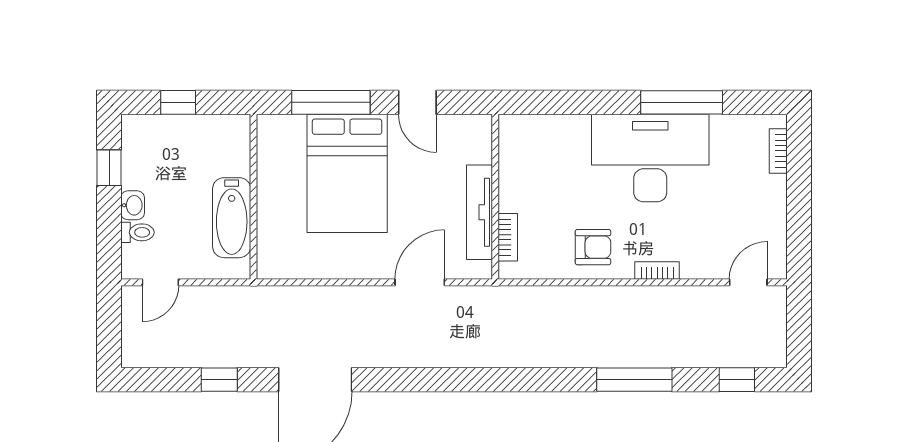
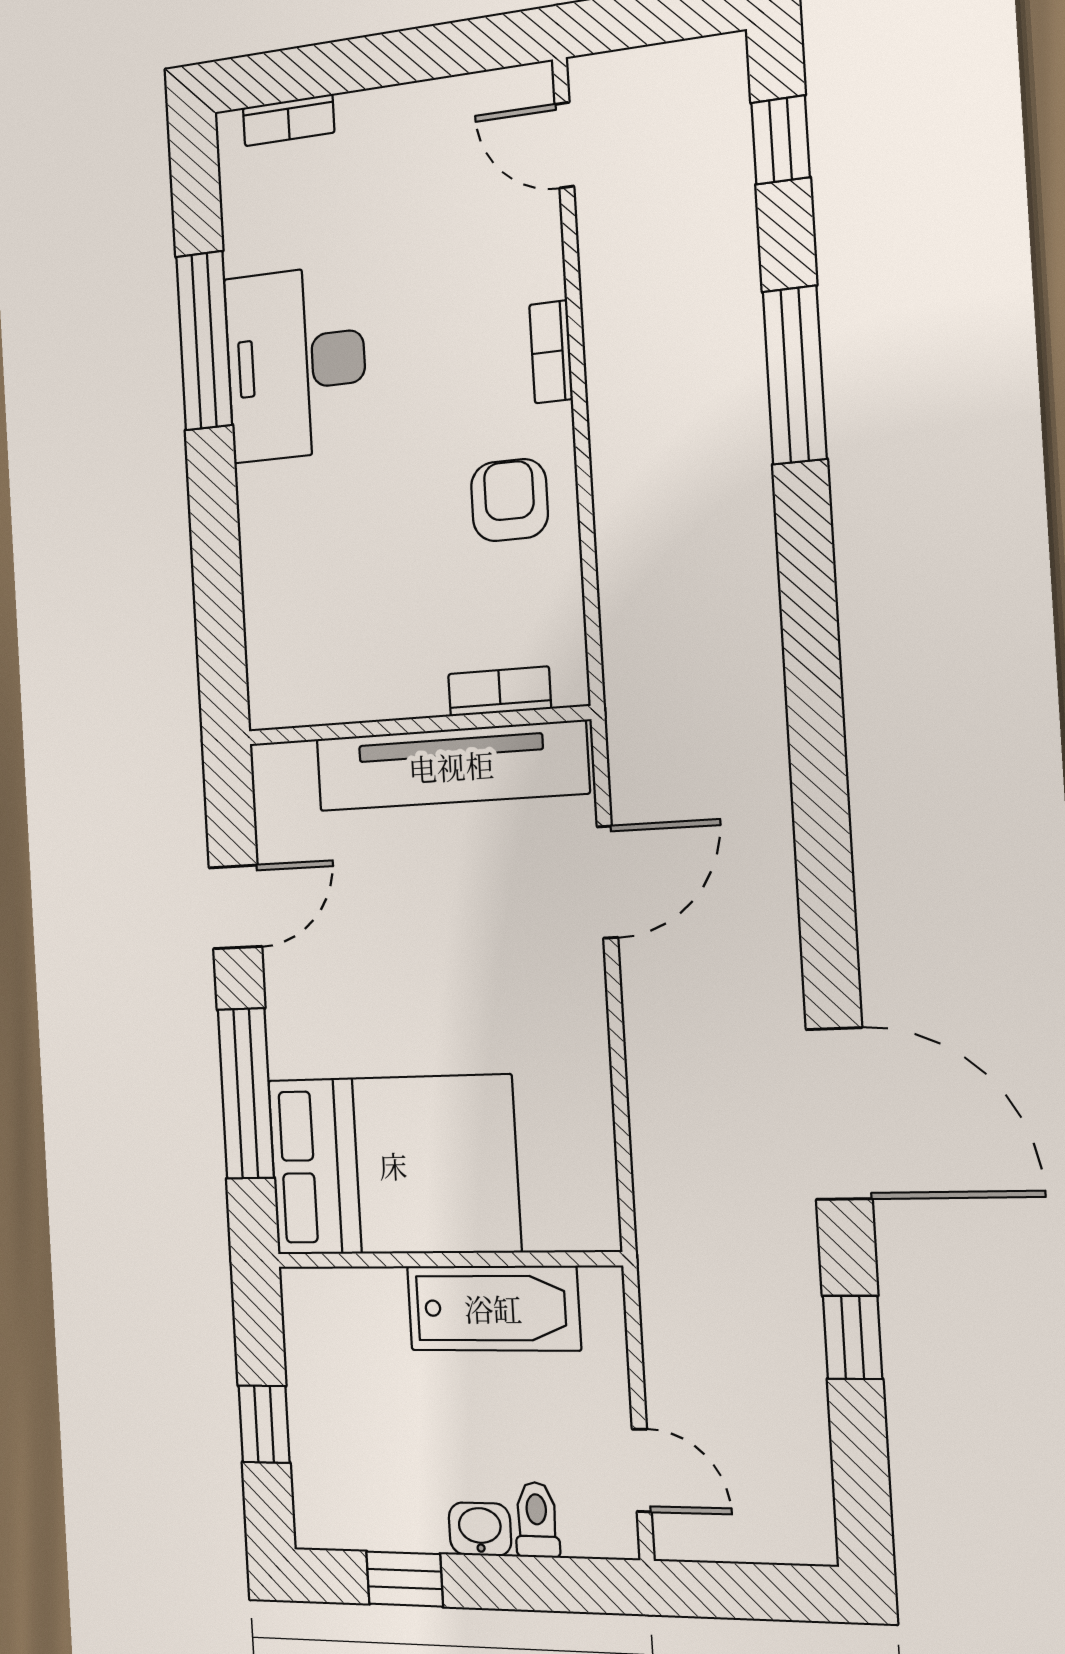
desk: (650, 158) -> (296, 363), width x0.73, depth x0.77
bed: (347, 173) -> (393, 1165), moved
tv unit: (480, 212) -> (451, 766), width x1.36, depth x1.29
door: (420, 282) -> (607, 882), swing flipped

